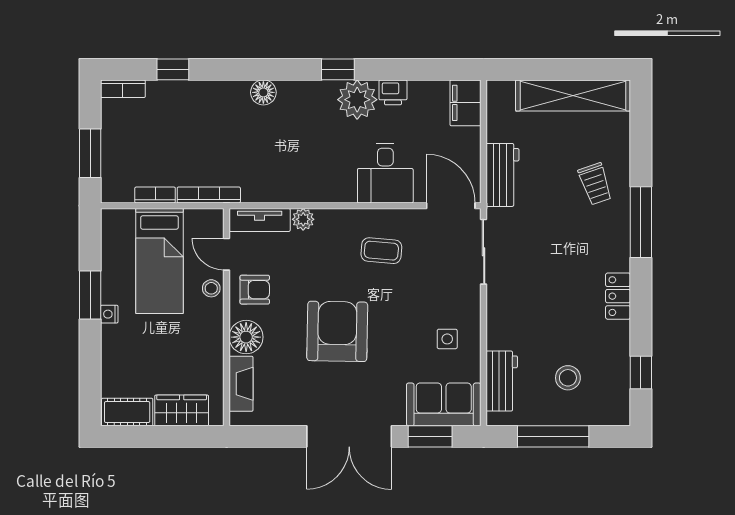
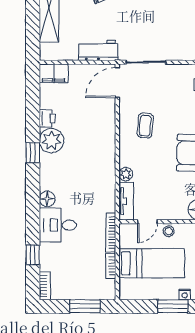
desk: (385, 173) -> (58, 225), moved, turned 180
armchair: (255, 290) -> (169, 204), removed

